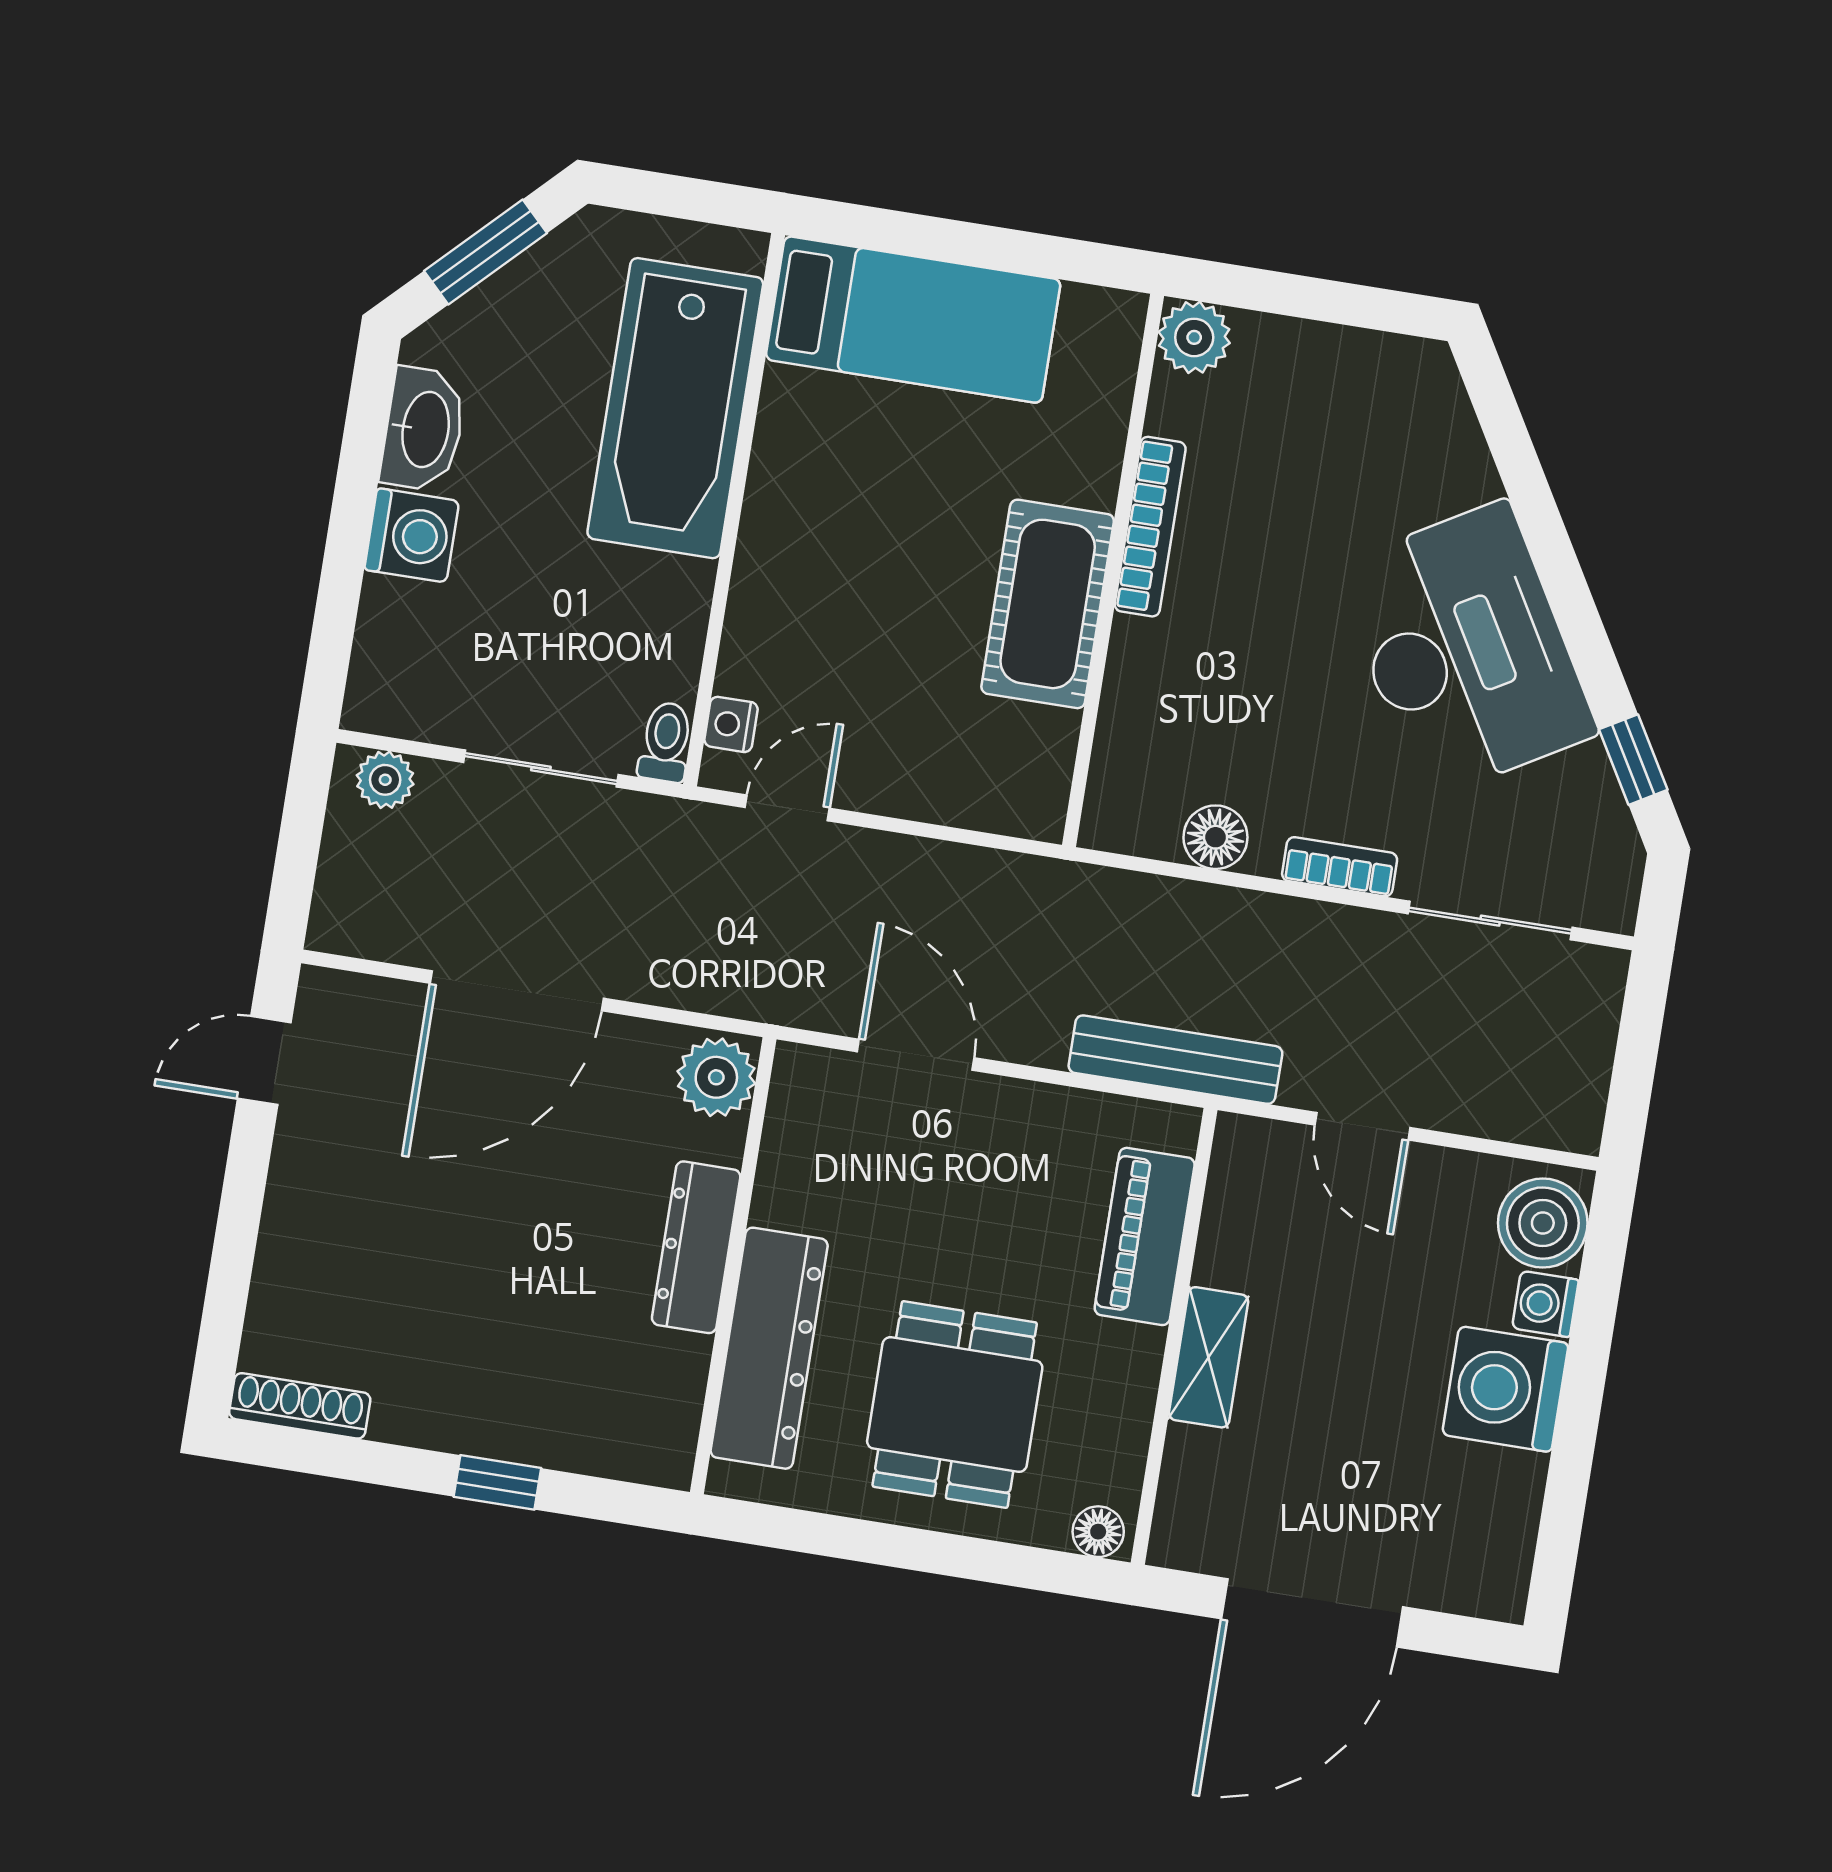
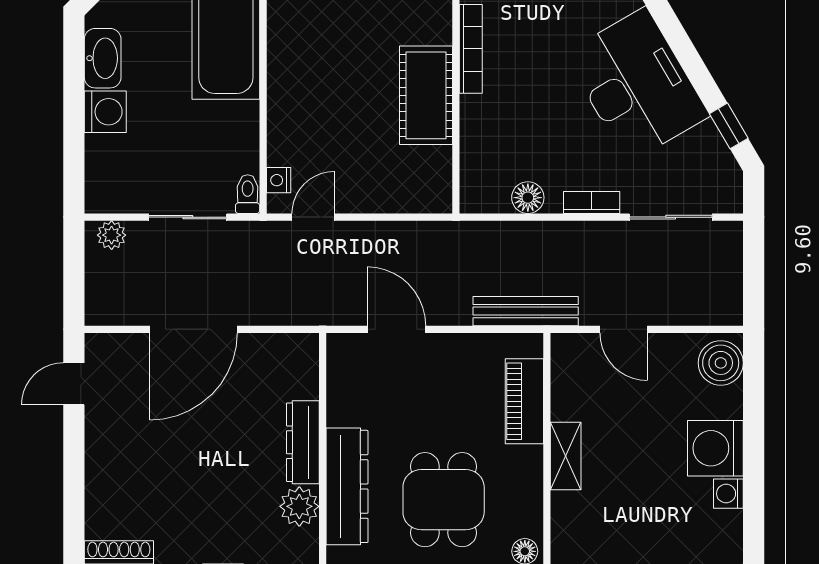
plant: (716, 1077) -> (299, 506), moved
washing machine: (1545, 1304) -> (728, 494), moved

